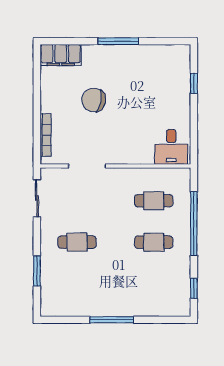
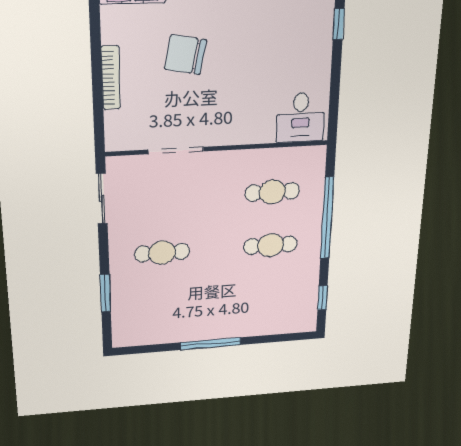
bookcase: (46, 135) -> (111, 78), moved

